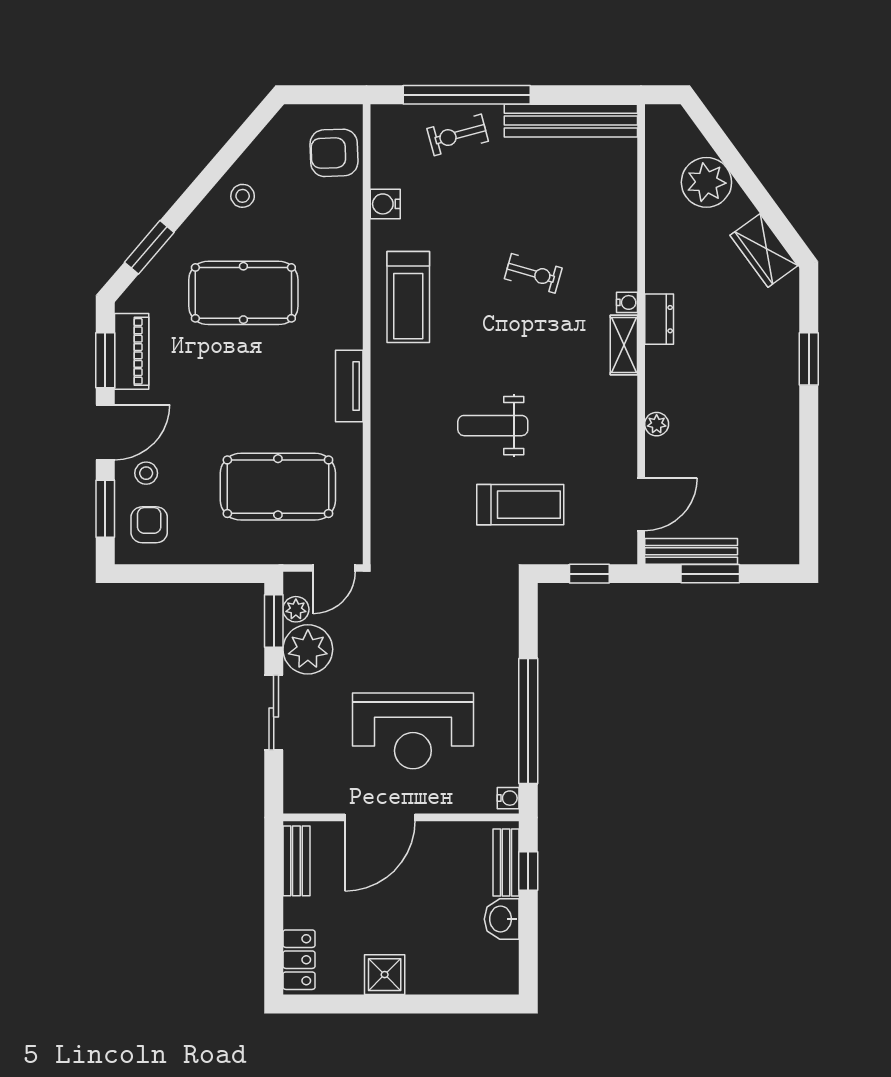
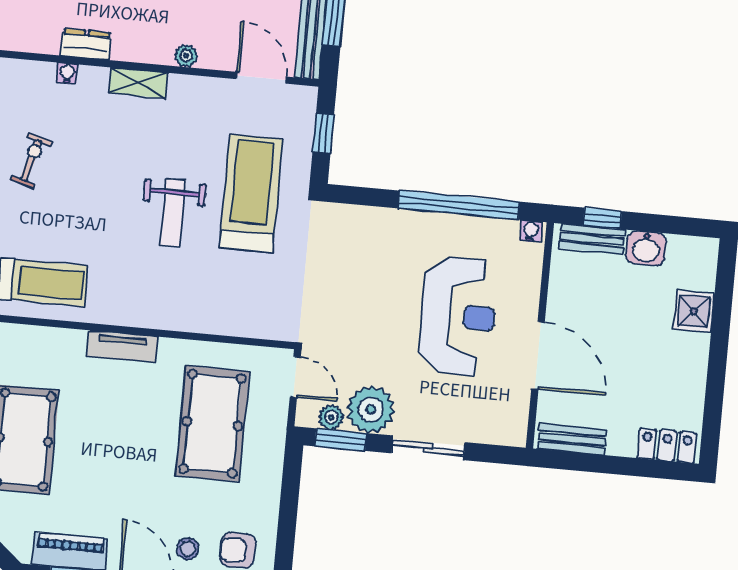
shelving: (624, 345) -> (138, 83), moved
treadmill: (520, 505) -> (251, 193), width x1.37, depth x1.38
shower: (385, 975) -> (694, 311), moved

